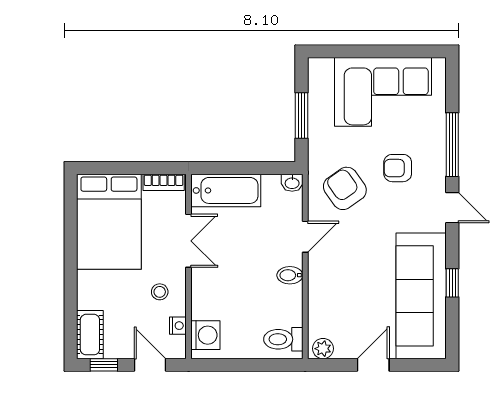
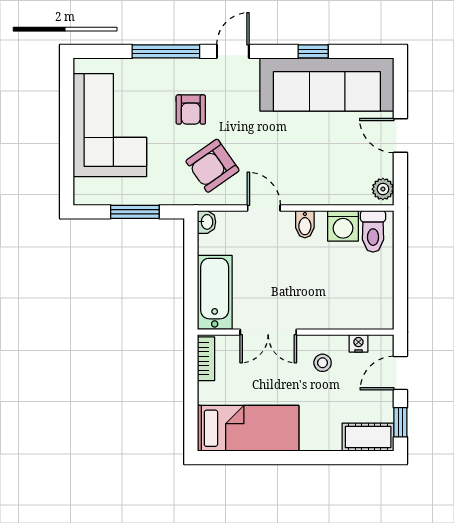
bed: (109, 222) -> (248, 428), width x0.67
double door: (189, 241) -> (268, 332), swing flipped
washing machine: (205, 335) -> (343, 226), moved, turned 180

